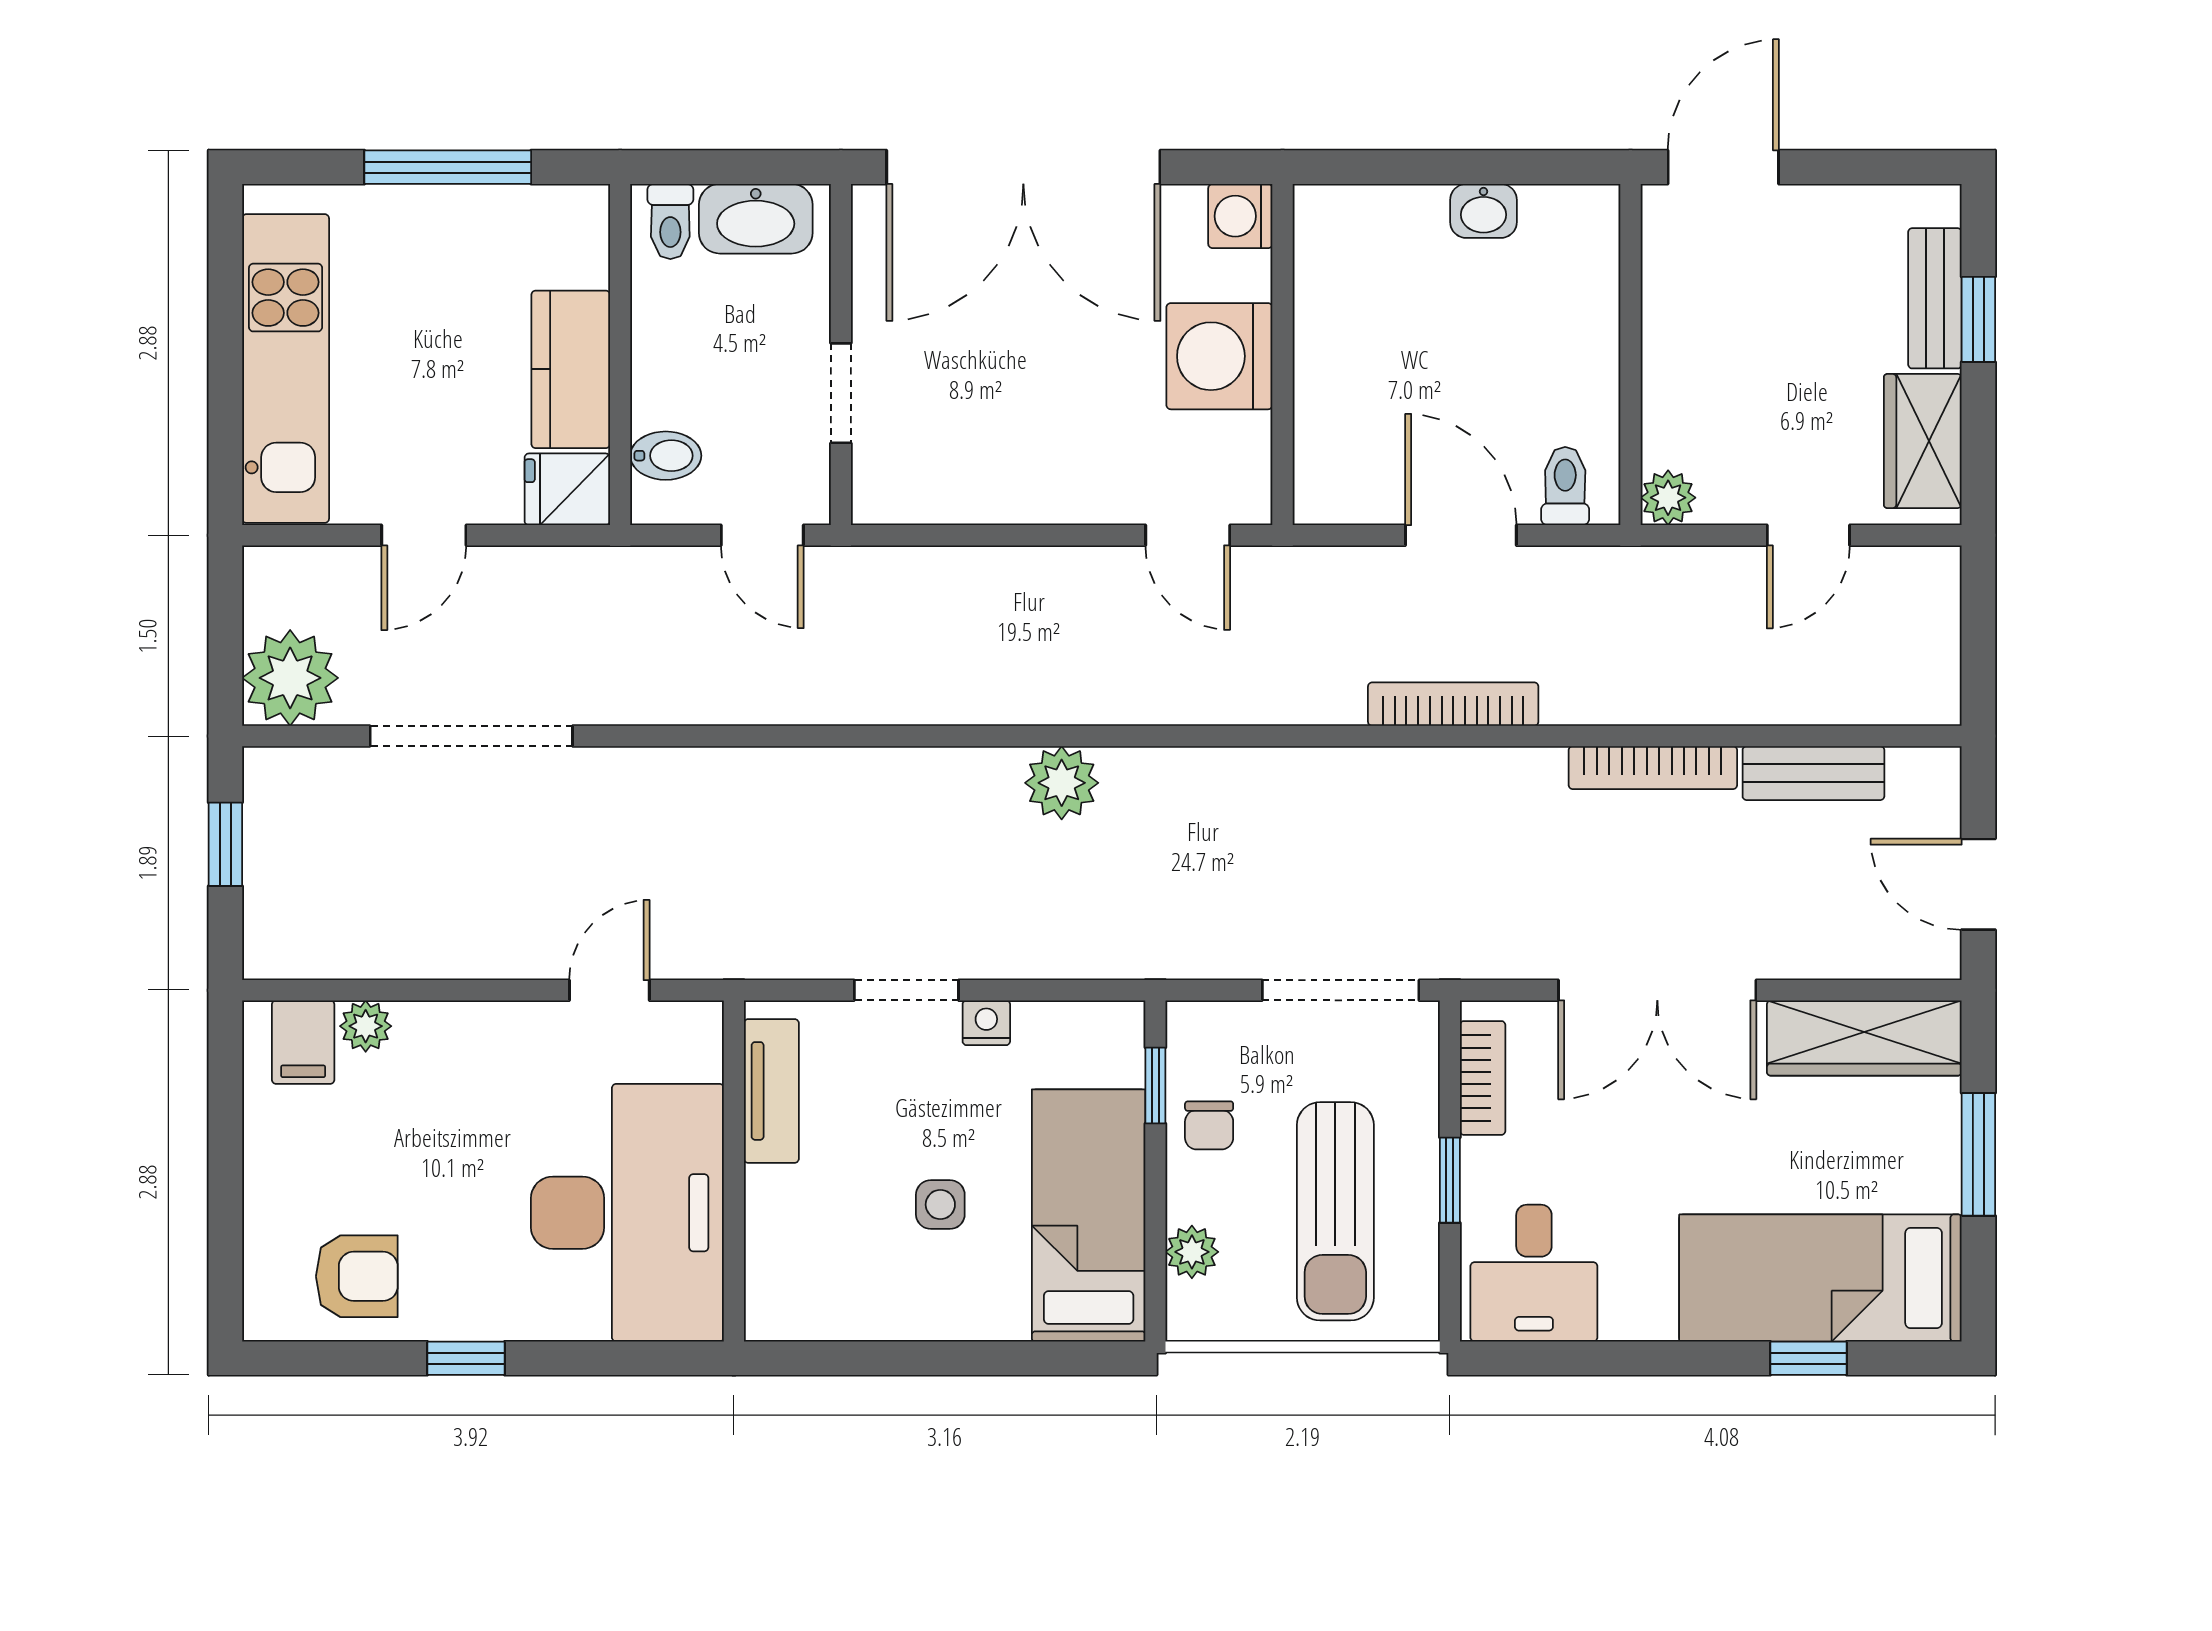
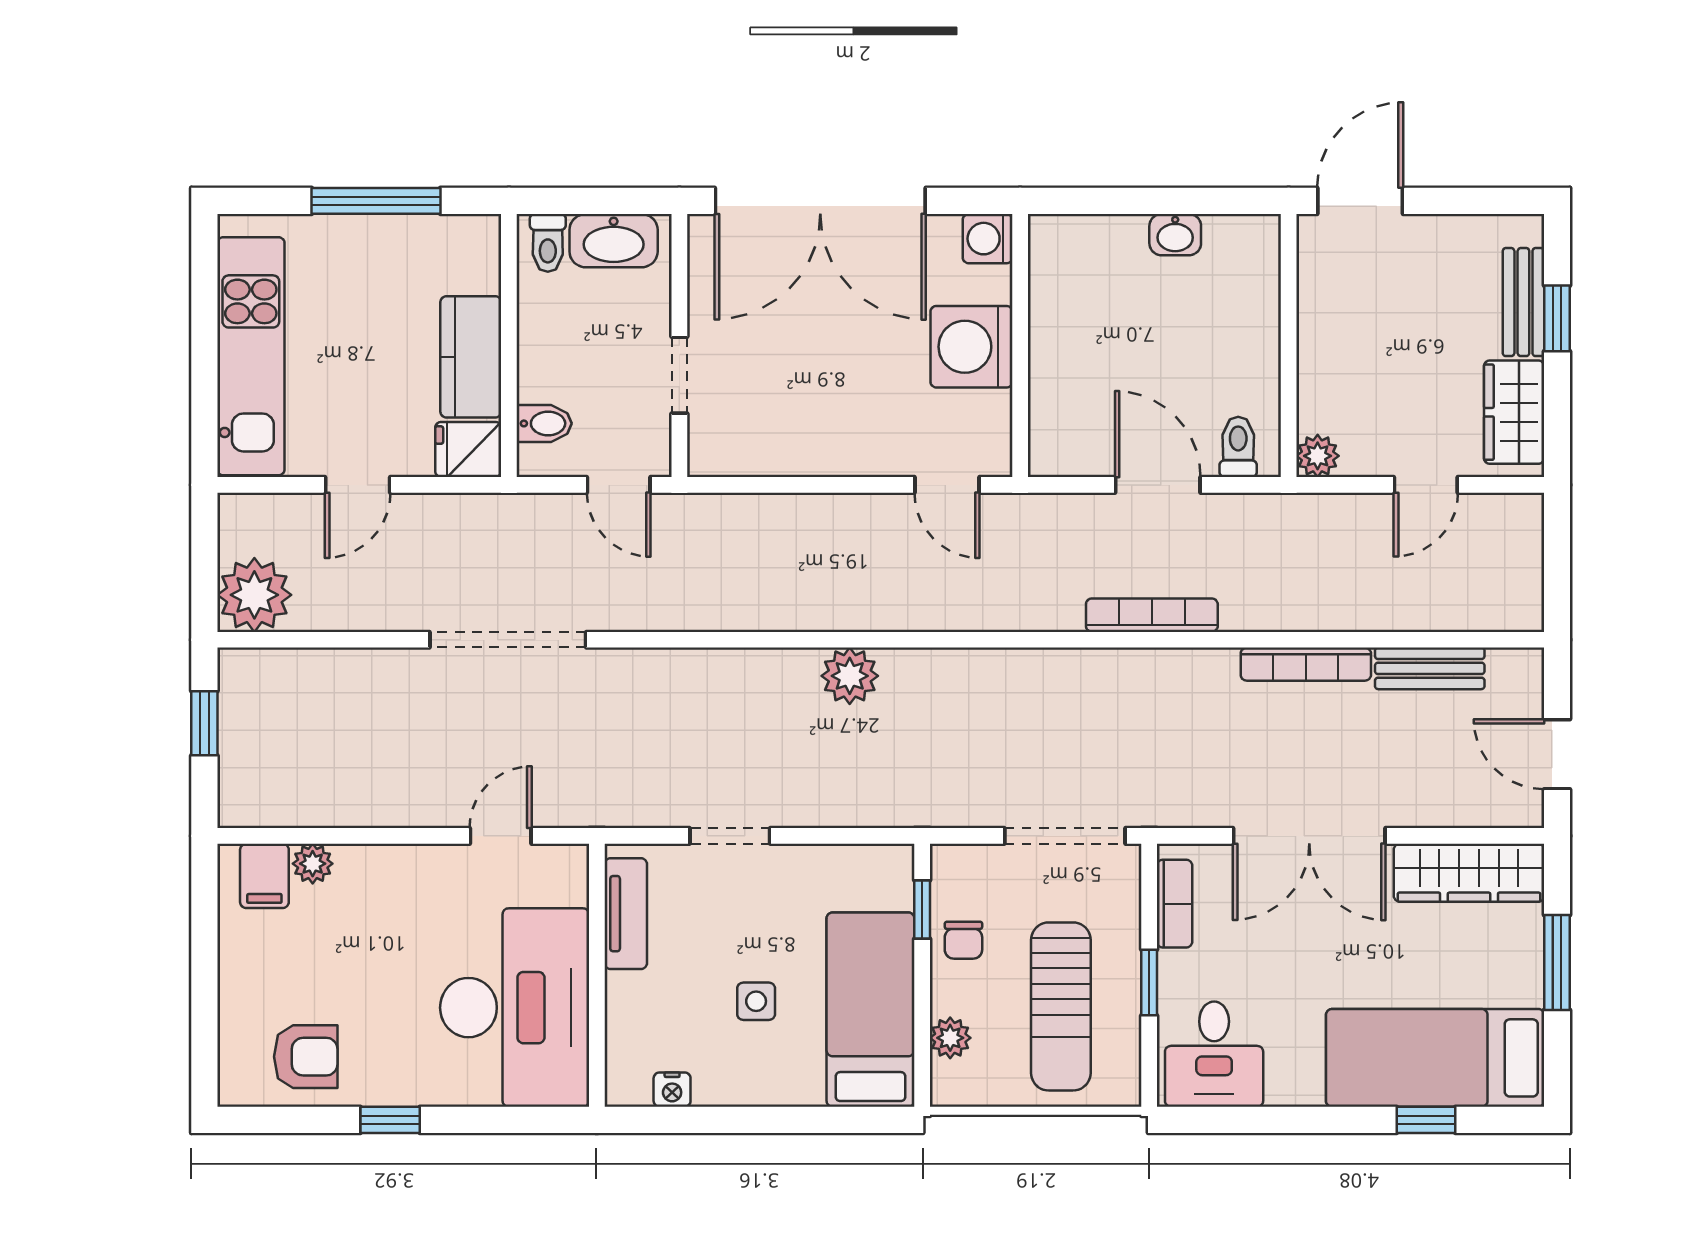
doorway: (471, 736) -> (508, 640), moved
nightstand: (986, 1023) -> (672, 1090), moved, turned 180

